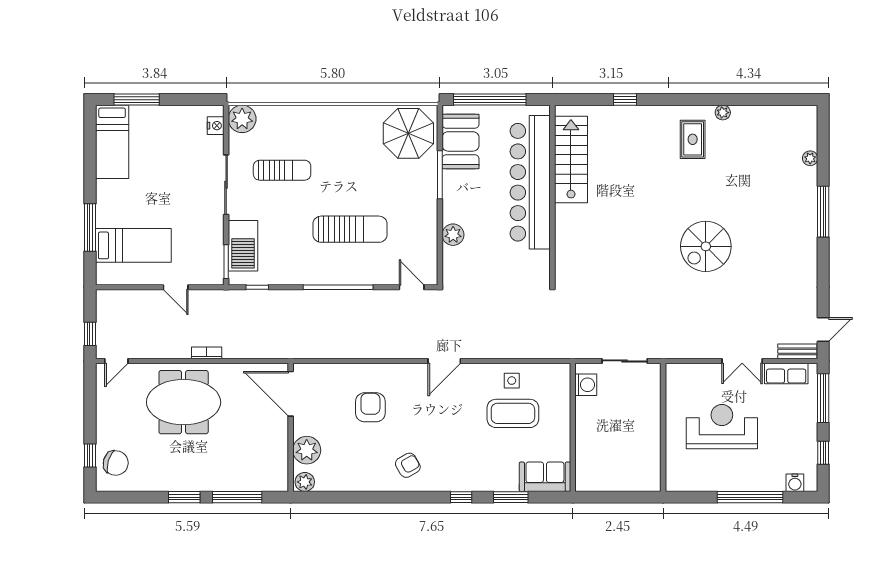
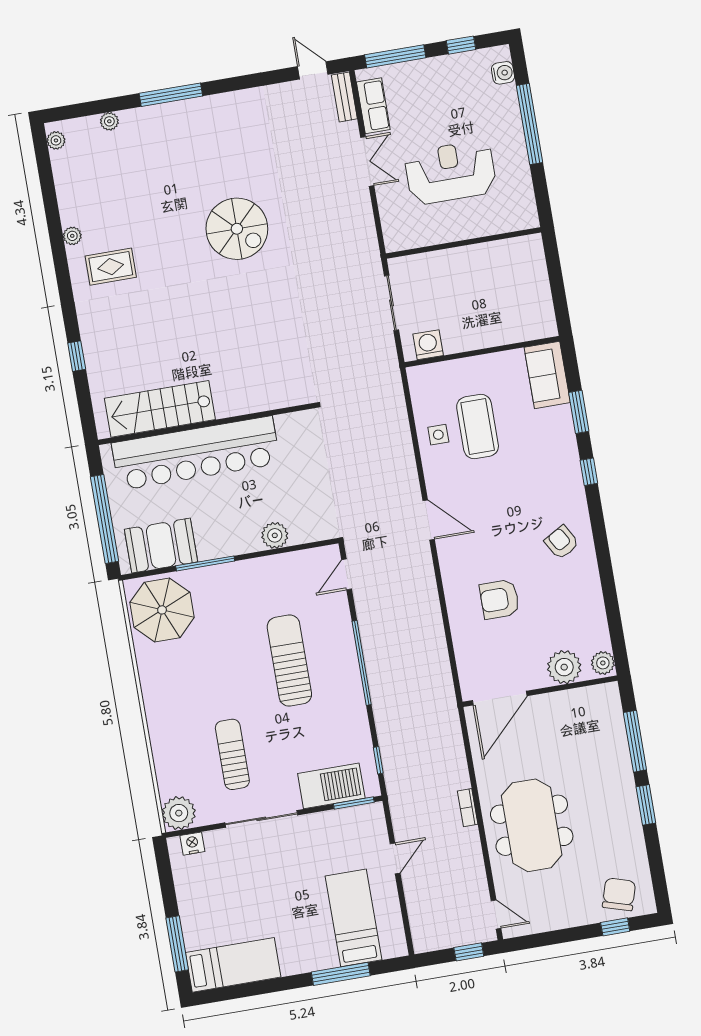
plant: (802, 113) -> (56, 140), added
reception desk: (722, 427) -> (450, 172), turned 90

